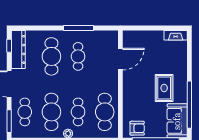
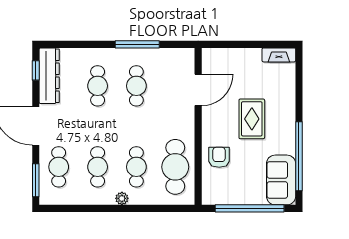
cafe table: (51, 56) -> (98, 86), width x0.73, depth x0.74
rug: (164, 88) -> (252, 119), moved
cafe table: (51, 112) -> (98, 167), width x0.73, depth x0.74
armchair: (137, 128) -> (219, 157), moved, turned -90

